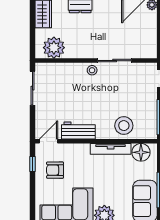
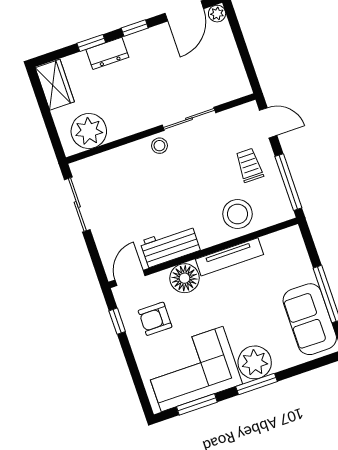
trolley: (140, 100) -> (249, 165), added
floor lamp: (141, 152) -> (184, 278), moved

